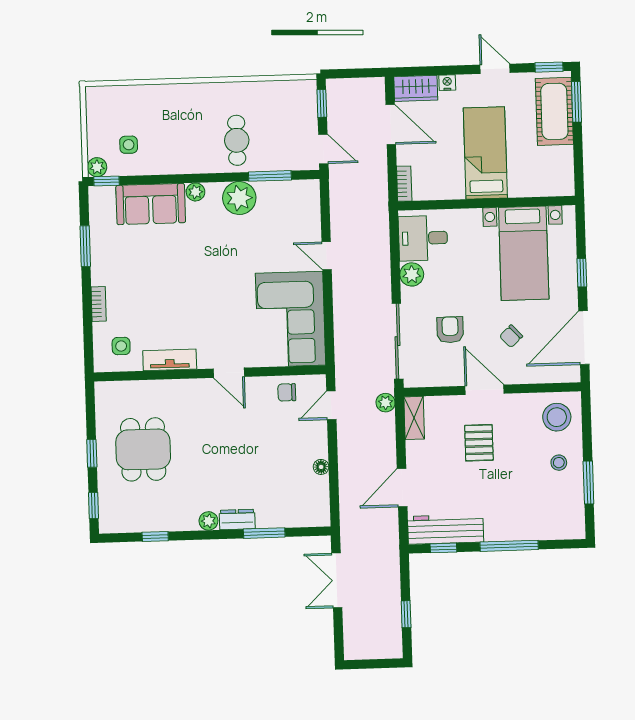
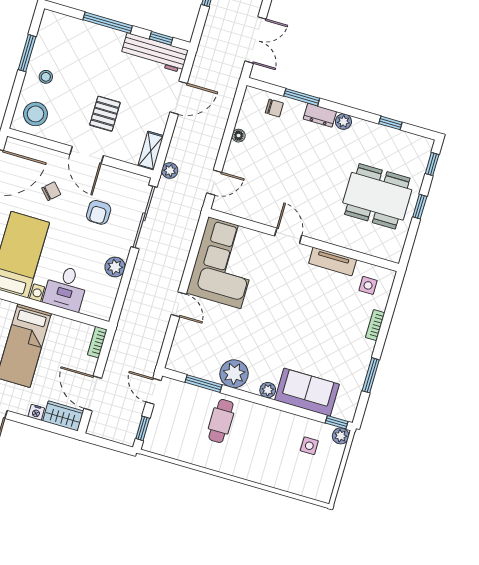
desk: (423, 238) -> (66, 288), moved, turned 90
chair: (287, 392) -> (274, 108), moved
dining table: (143, 449) -> (377, 196), width x1.38

